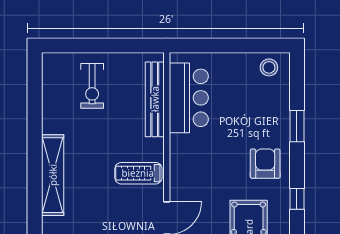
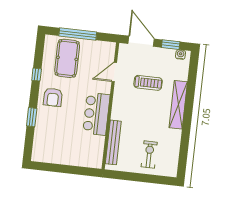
stool: (269, 67) -> (44, 153), removed
bar counter: (189, 98) -> (96, 114), moved
treadmill: (138, 173) -> (148, 83), moved

